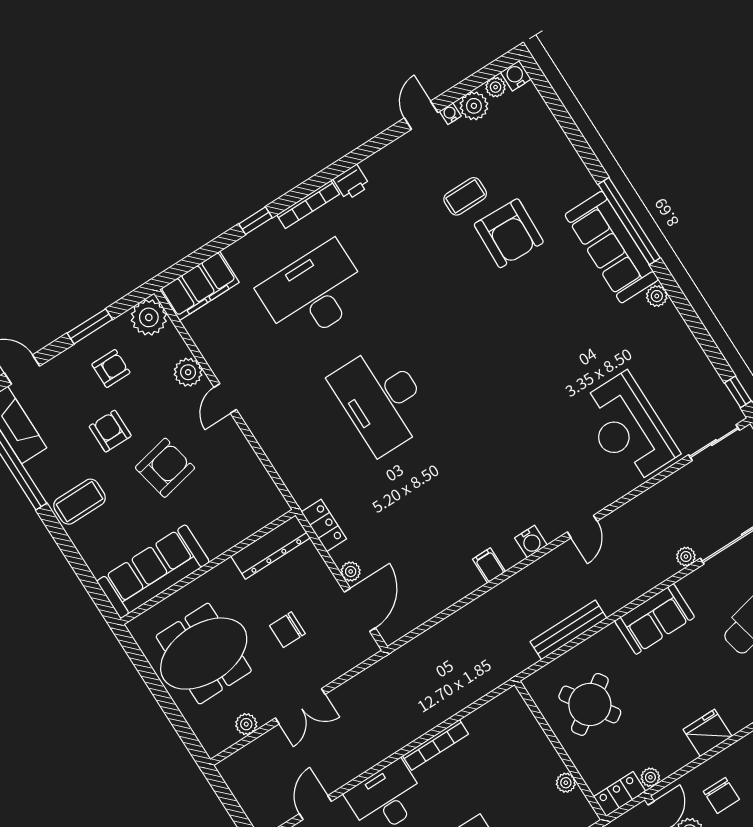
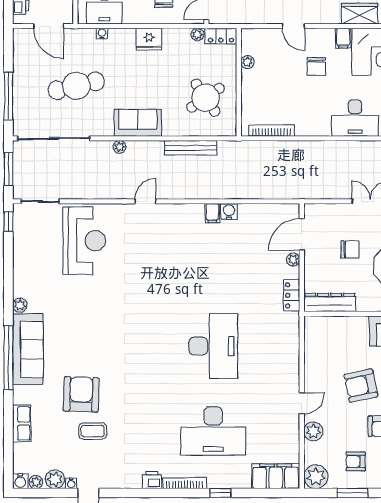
row of seats: (560, 149) -> (22, 424), added
water cooler: (531, 542) -> (229, 211), moved
plant: (686, 557) -> (120, 147), moved
bookcase: (435, 745) -> (272, 131), moved

